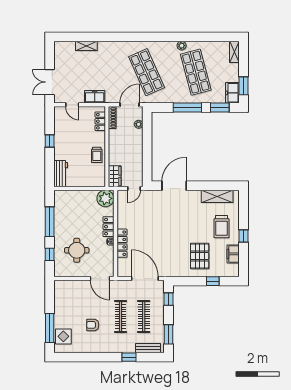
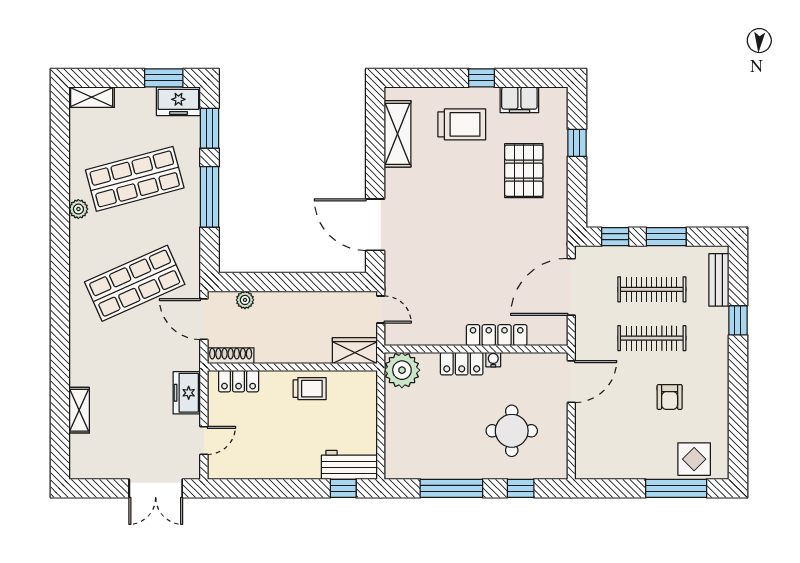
window: (50, 141) -> (343, 488), moved
pallet: (200, 256) -> (524, 171), turned 90
window: (168, 334) -> (666, 237), moved

